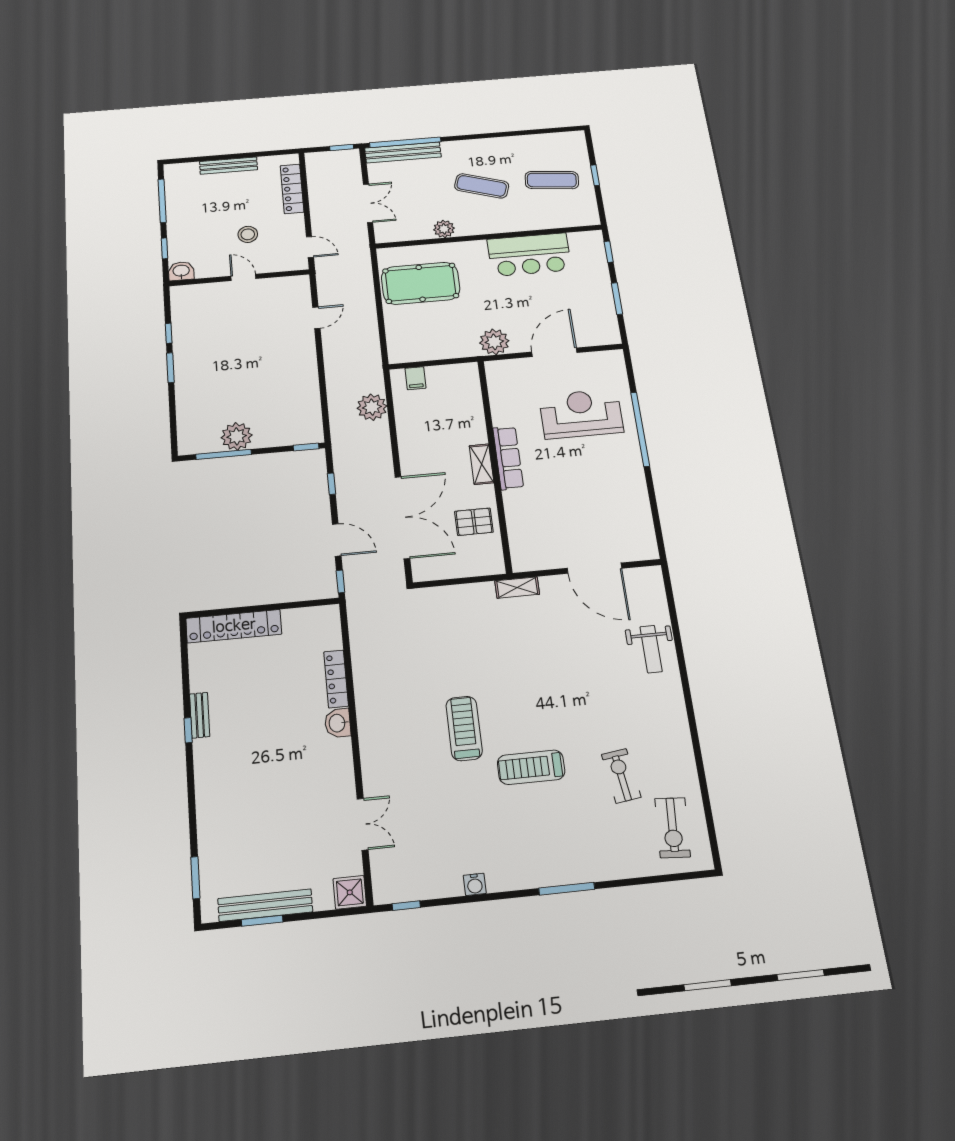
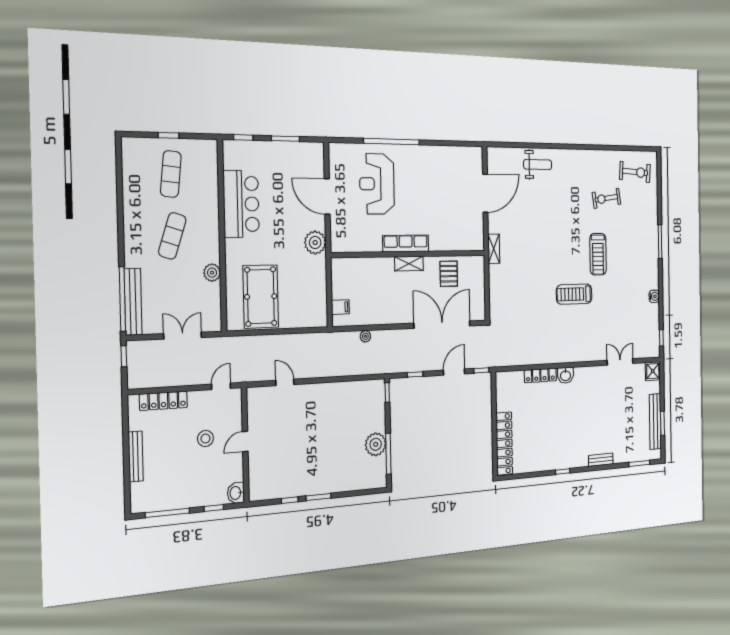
plant: (372, 407) -> (365, 336), width x0.53, depth x0.53
bench: (200, 715) -> (601, 460), moved

